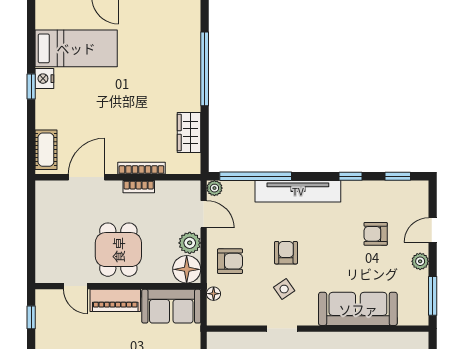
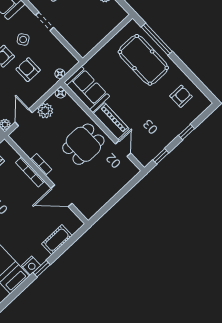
cot: (46, 150) -> (57, 240), moved
armchair: (230, 261) -> (28, 70), moved
floor lamp: (187, 269) -> (60, 93), width x0.53, depth x0.53

